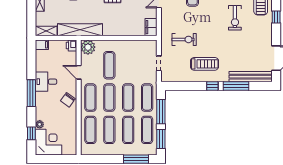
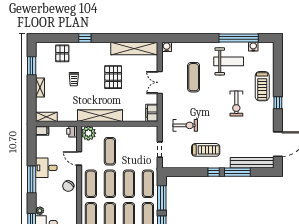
shelving: (80, 30) -> (100, 116), moved

